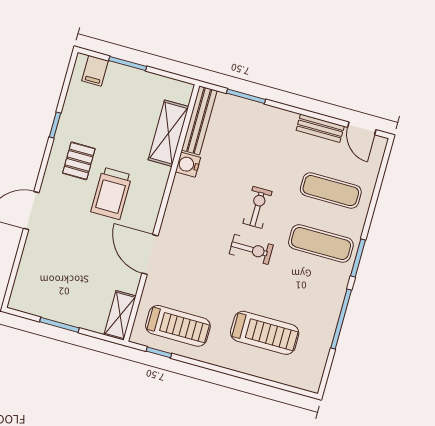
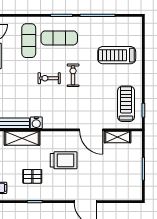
pallet: (79, 161) -> (32, 176), moved
exercise mat: (321, 243) -> (59, 38), turned 90
door: (150, 254) -> (91, 130), hinge flipped
shelving: (120, 315) -> (118, 137), moved
treadmill: (265, 333) -> (117, 55), turned -90

